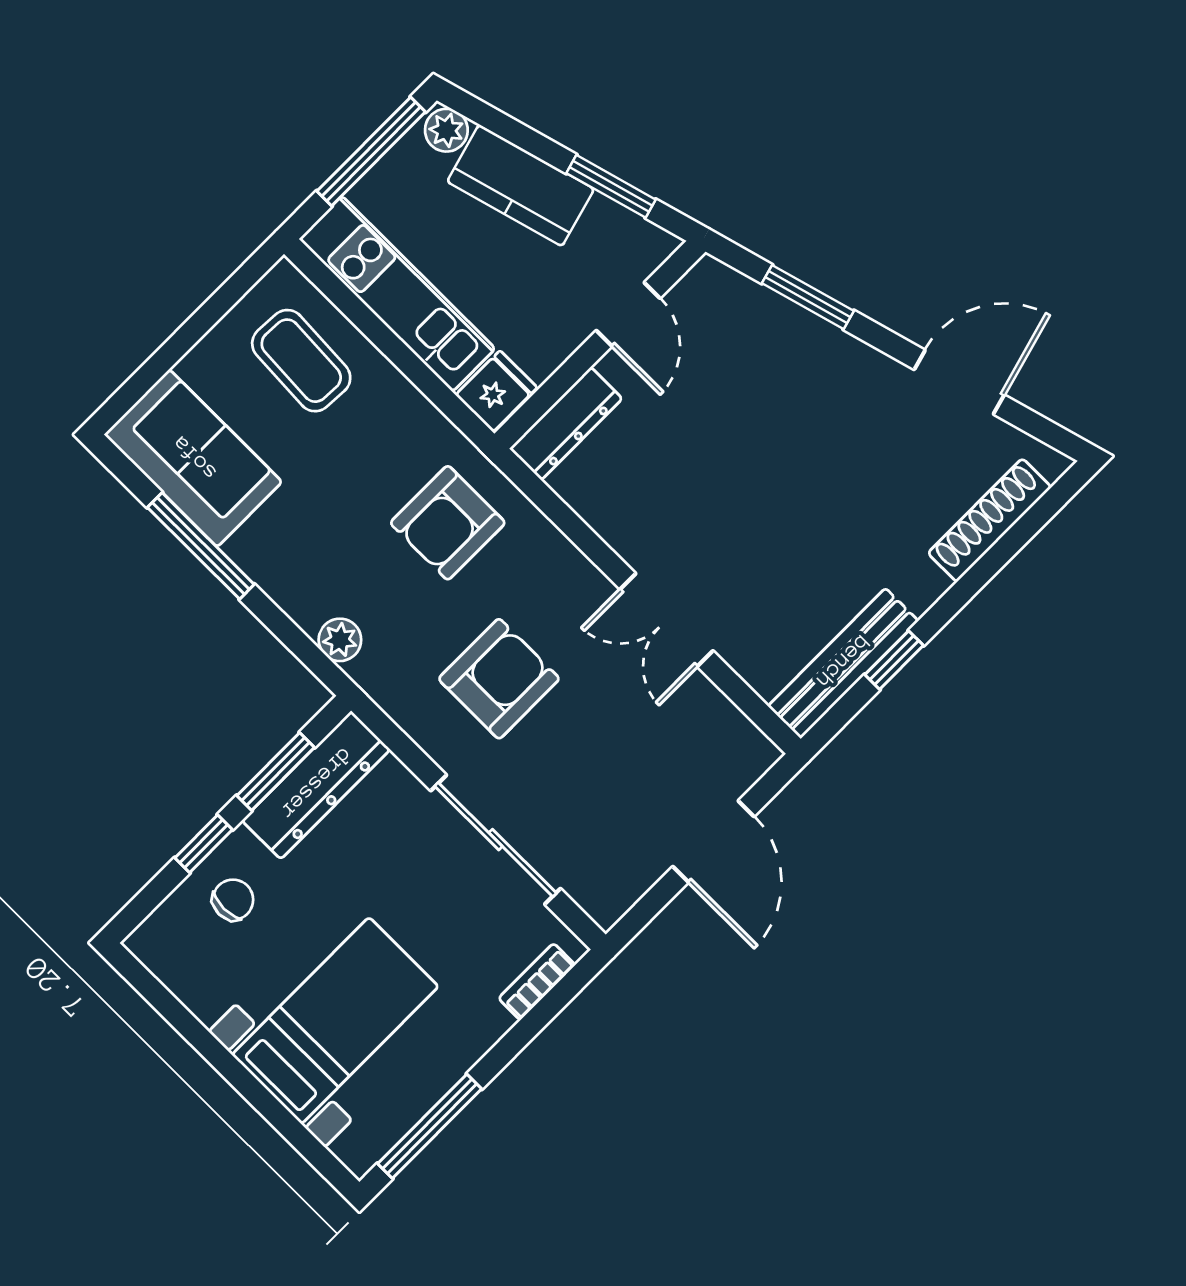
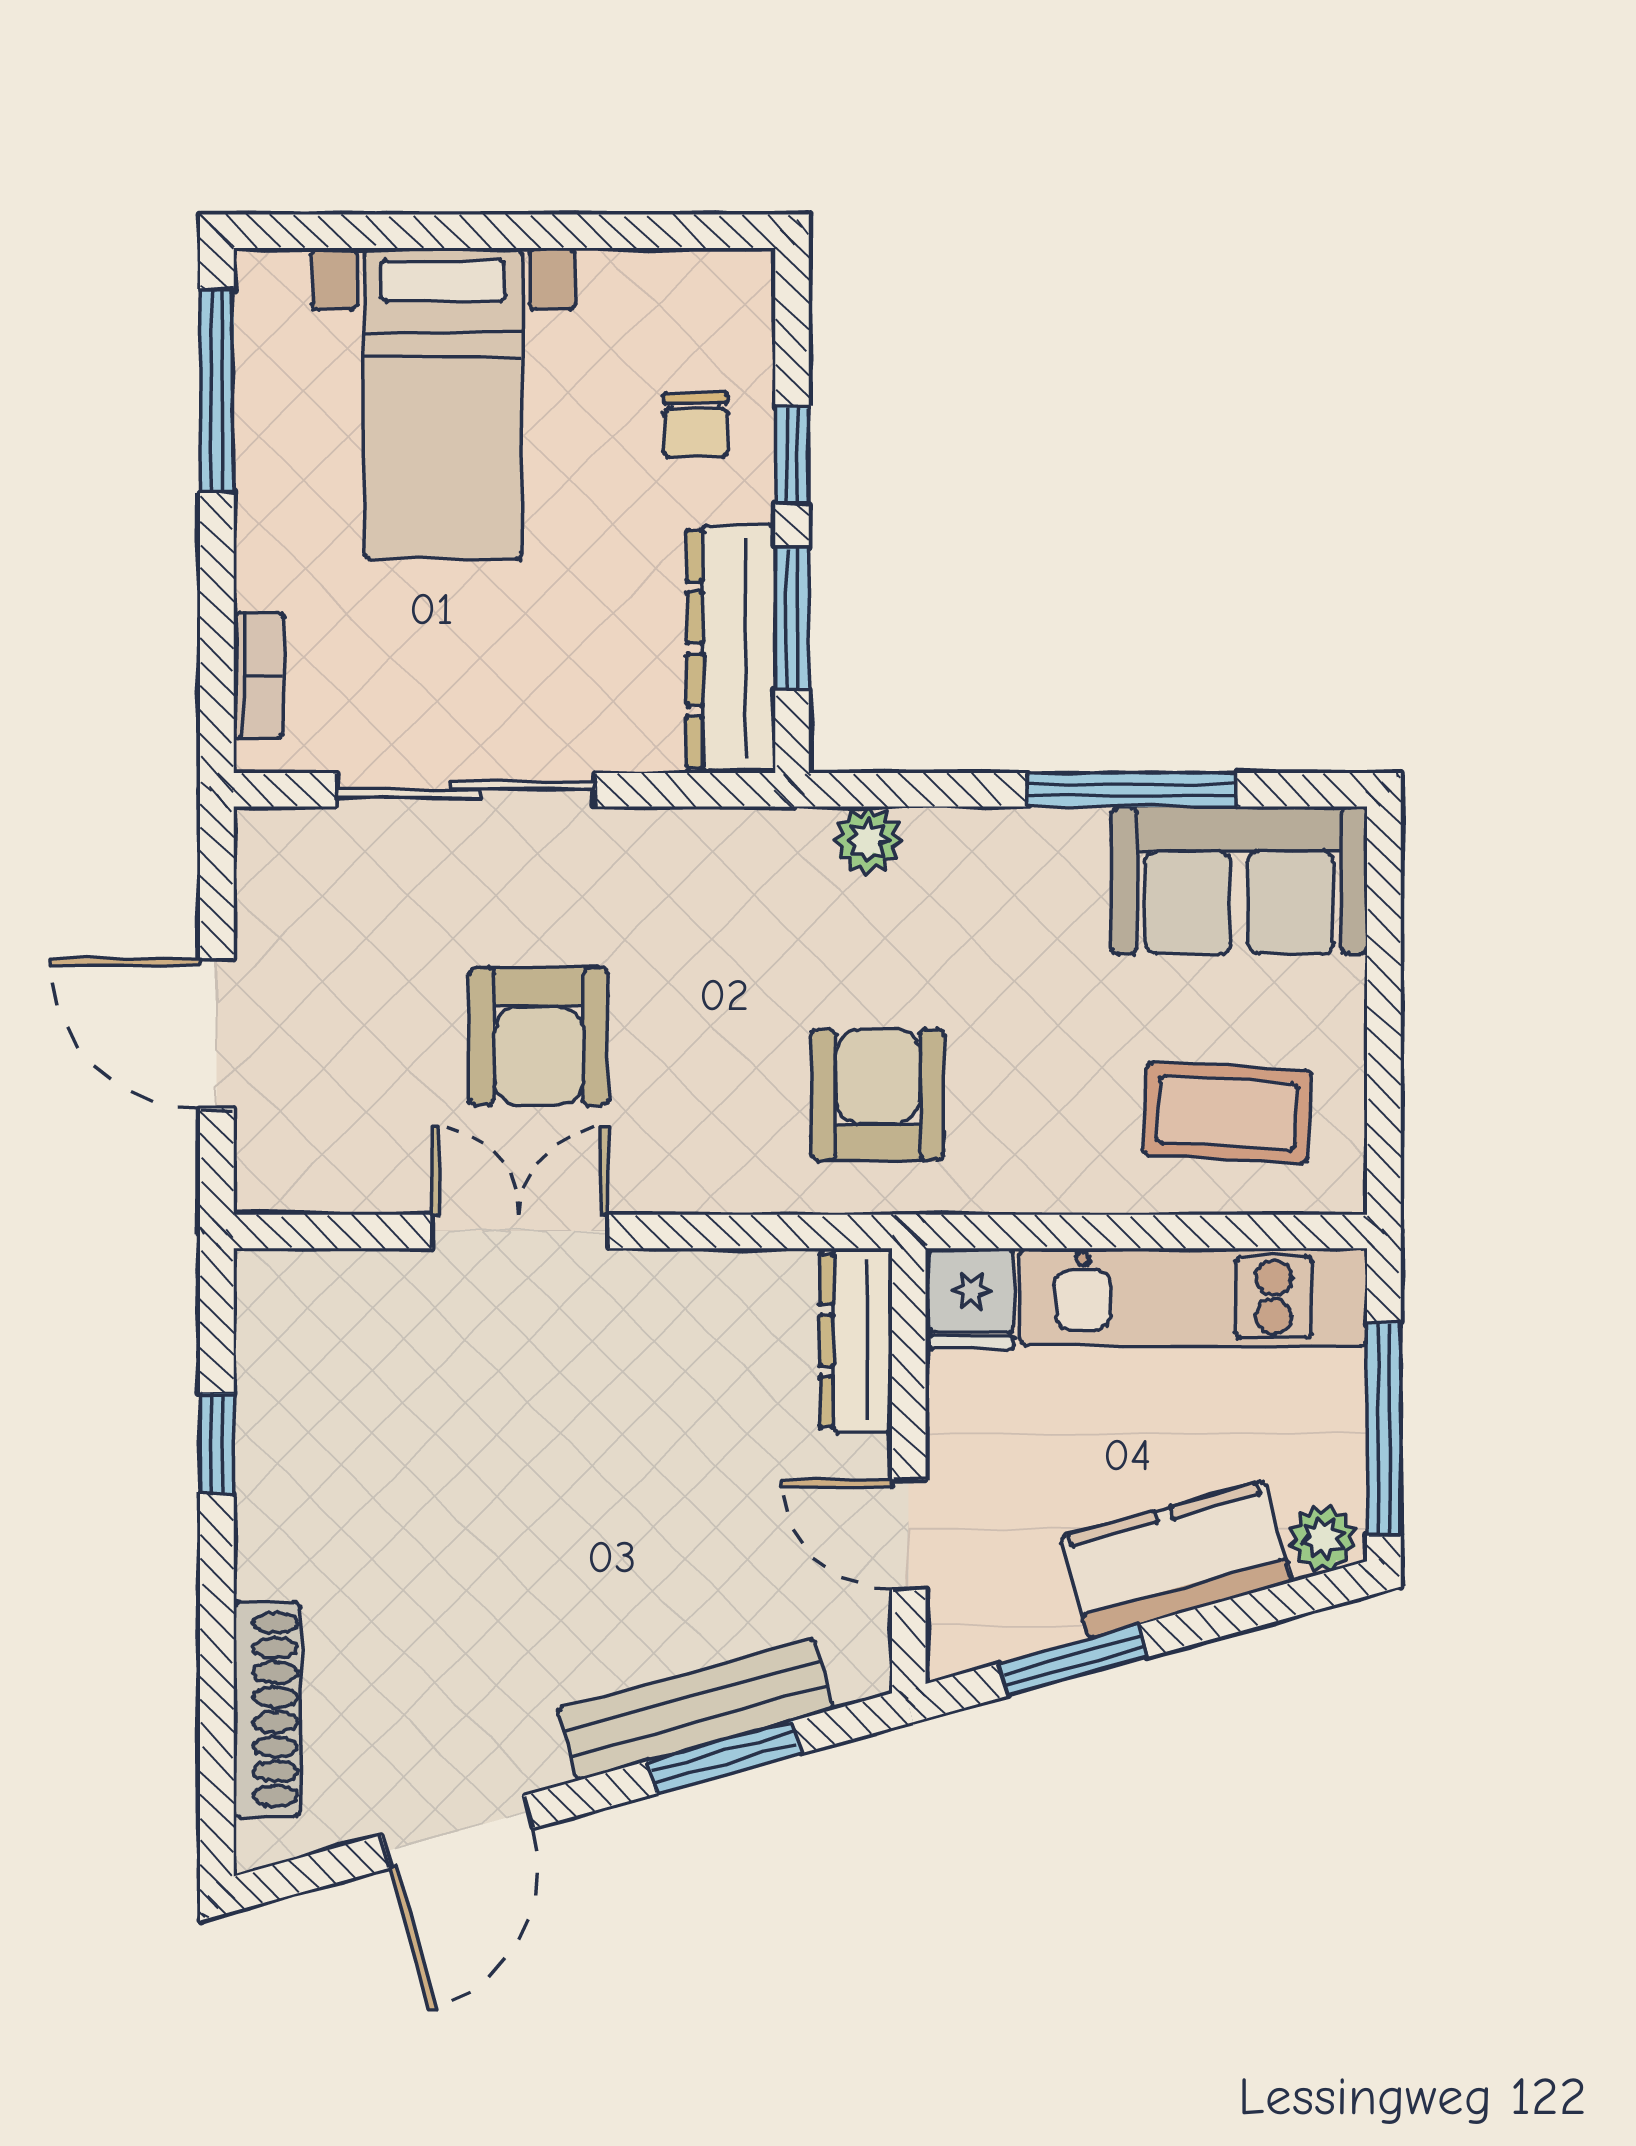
bench: (843, 663) -> (695, 1709), moved, turned 74
armchair: (499, 679) -> (539, 1037), moved

